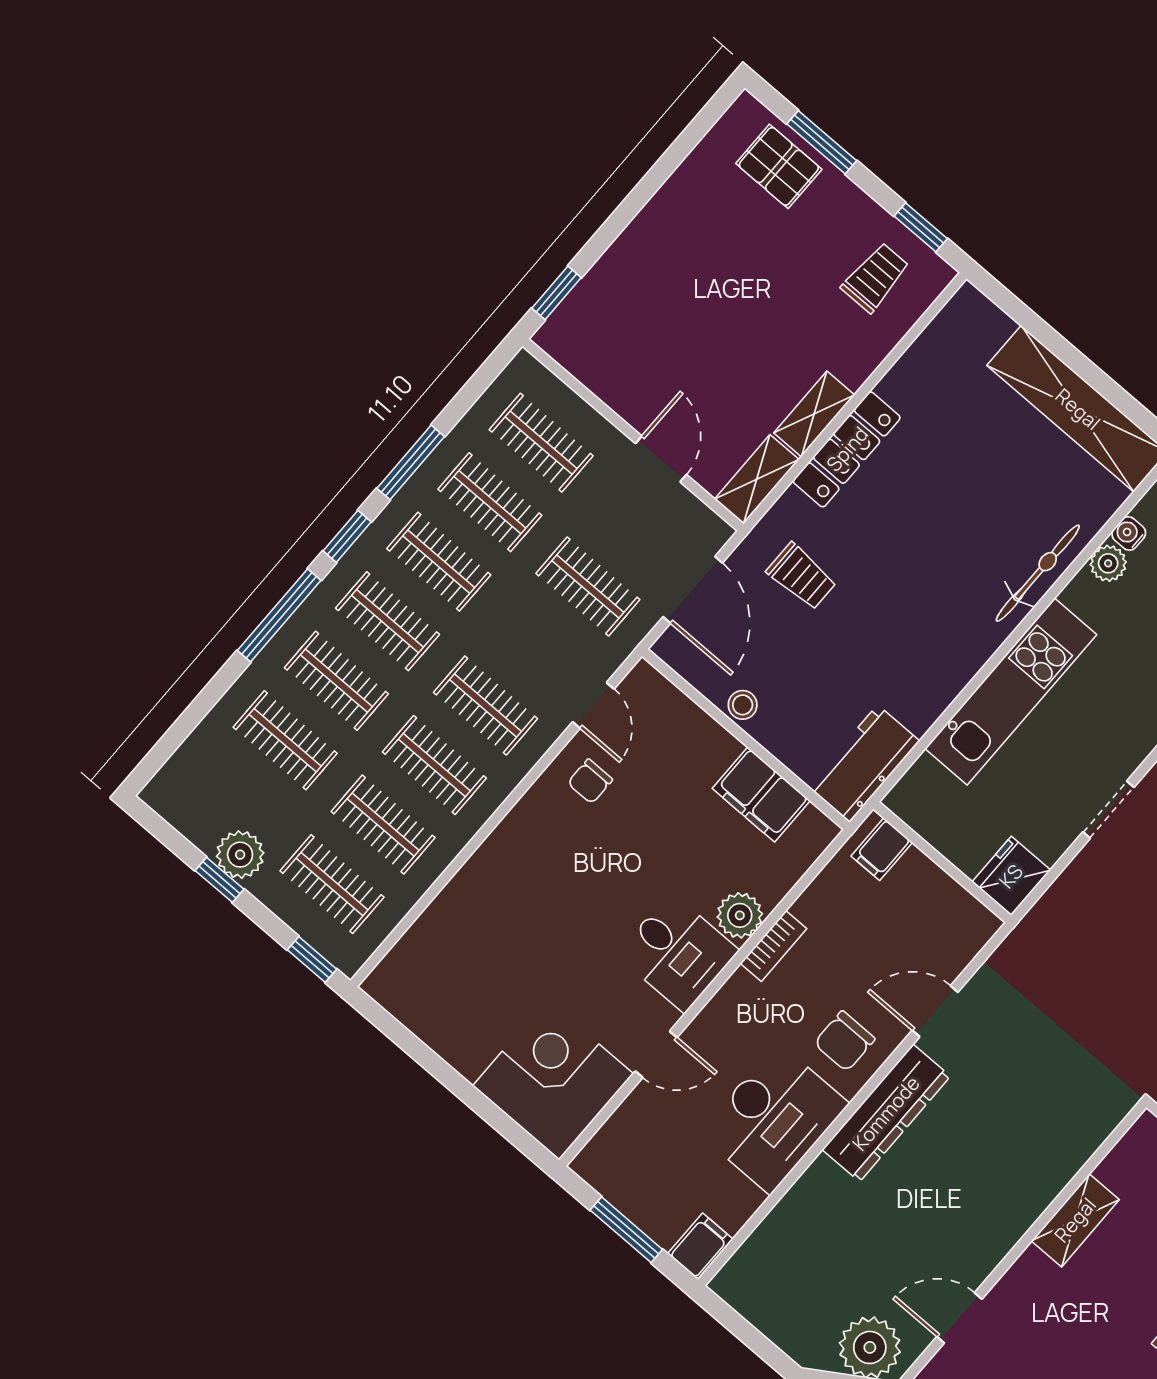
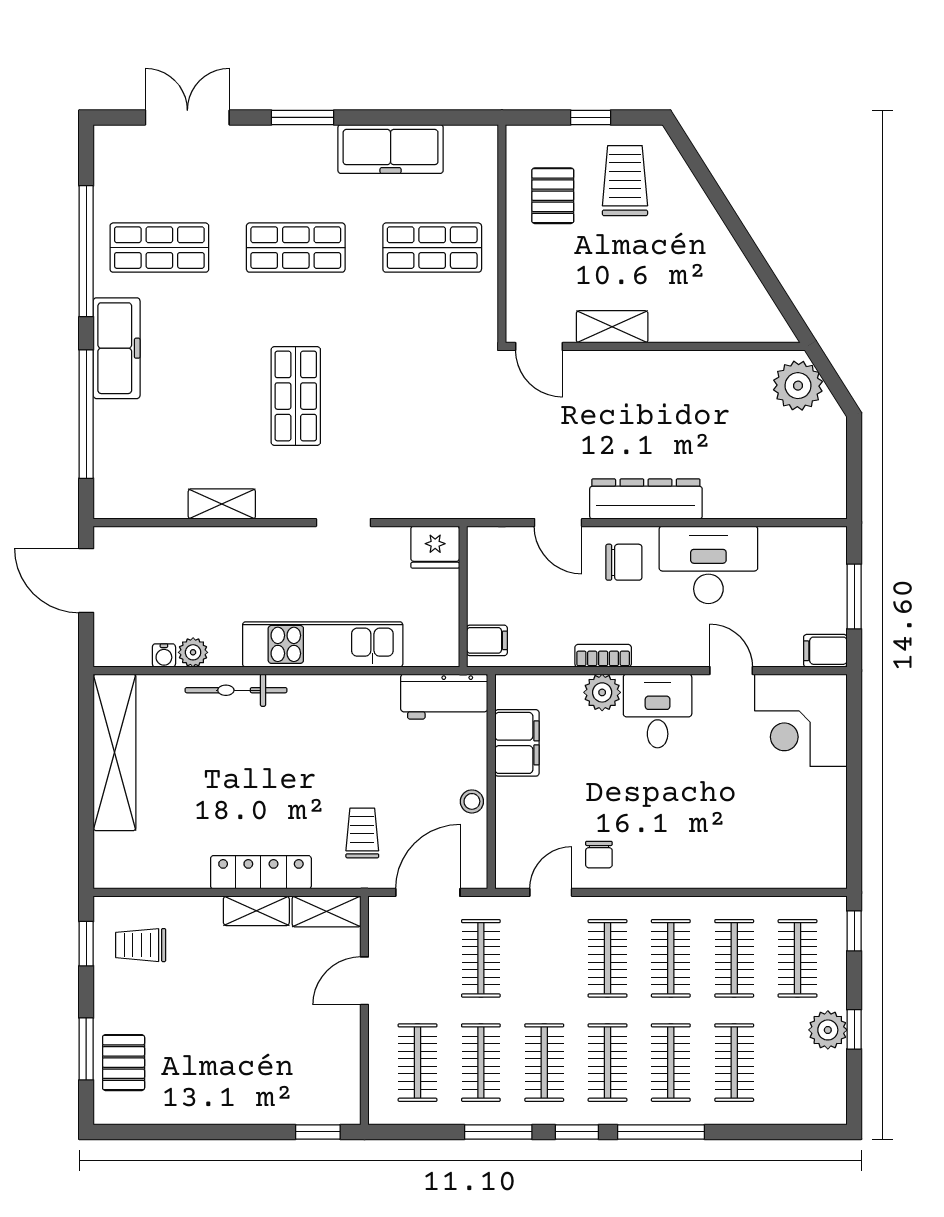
chair: (590, 781) -> (599, 855), turned 90
filing cabinet: (700, 1246) -> (825, 651), moved
door: (959, 1318) -> (539, 346), moved

